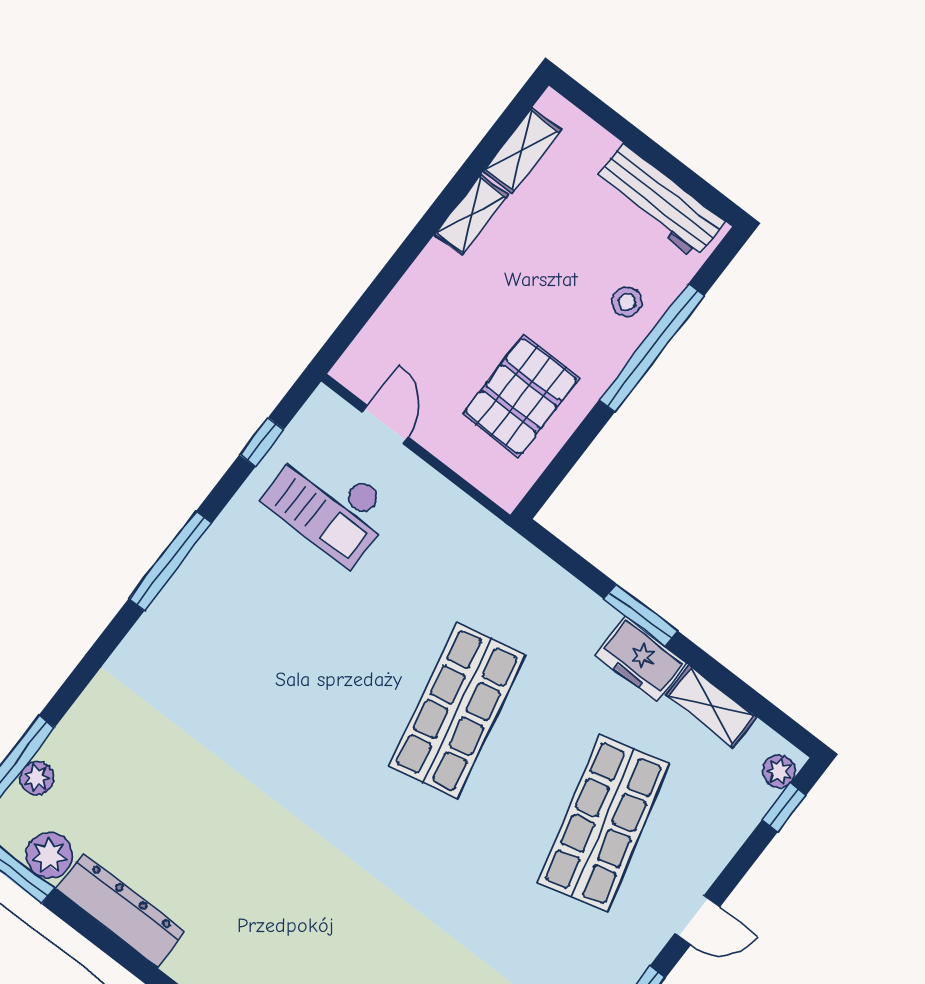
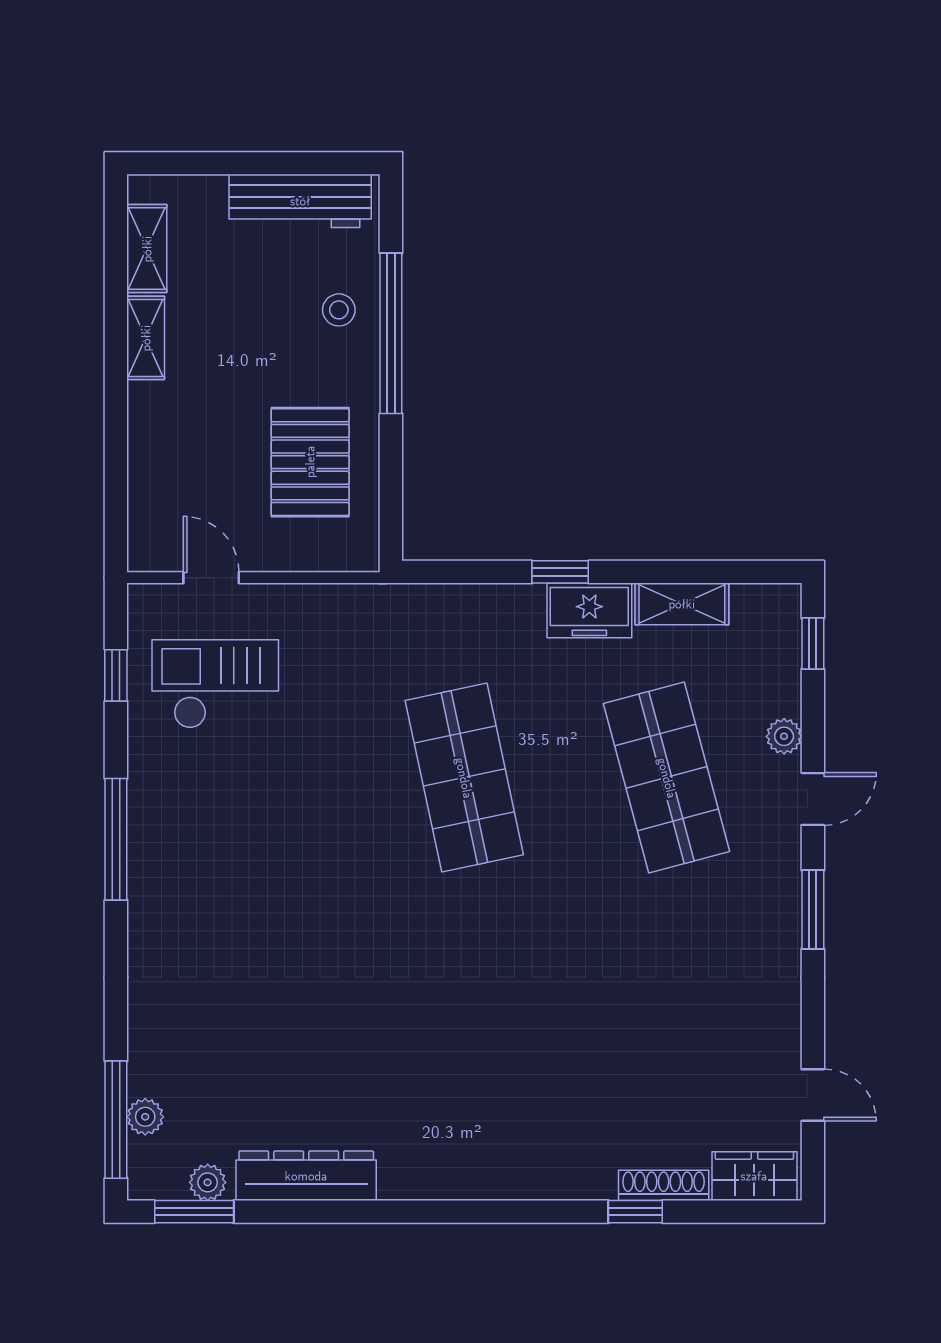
checkout: (329, 504) -> (215, 684), turned 180
window: (641, 615) -> (560, 572), width x0.67
plant: (779, 771) -> (784, 736), moved
plant: (49, 855) -> (208, 1182), width x0.73, depth x0.73

